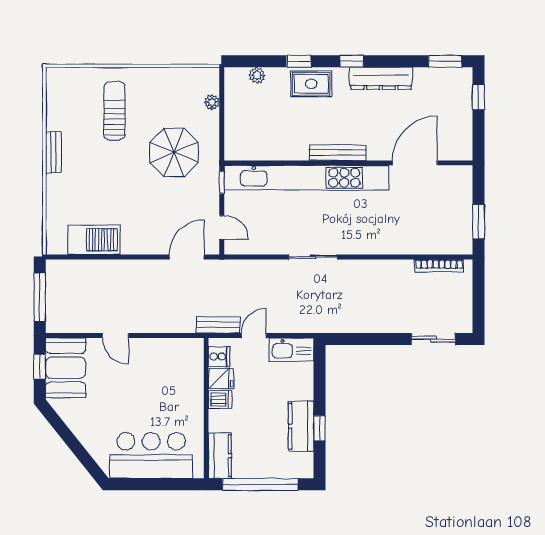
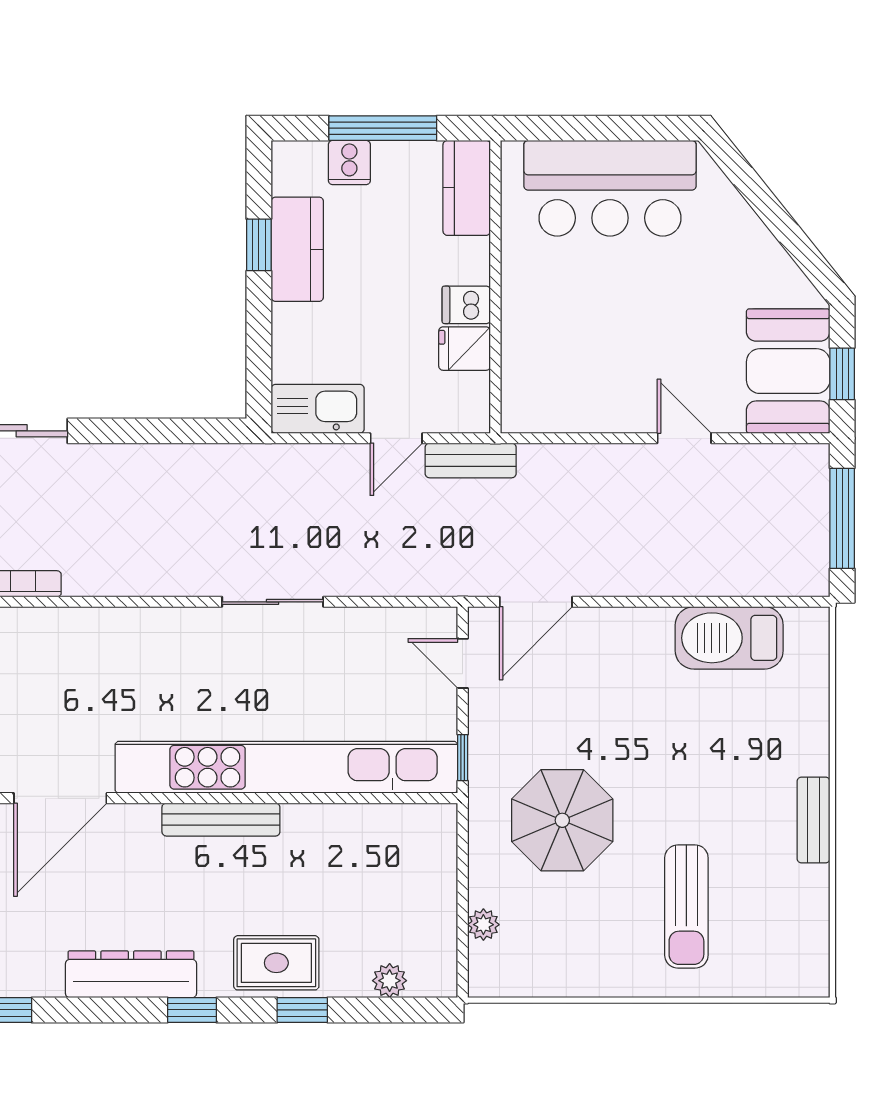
cooker: (219, 357) -> (349, 163), moved, turned -90
window: (260, 484) -> (383, 128), width x0.68

